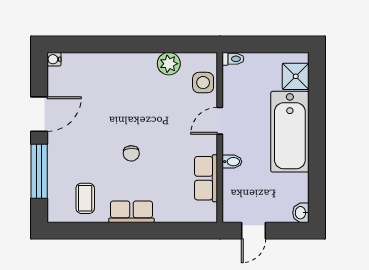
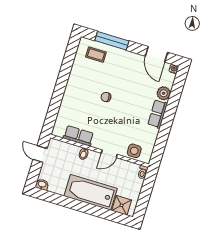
plant: (169, 64) -> (164, 93), moved
door: (39, 114) -> (156, 54), moved
door: (220, 121) -> (109, 154), swing flipped
coffee table: (85, 198) -> (96, 55), moved
row of seats: (131, 212) -> (158, 114), moved, turned 180

